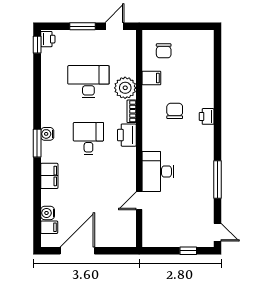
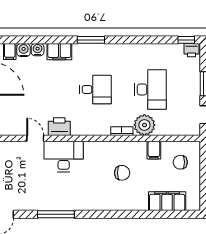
filing cabinet: (204, 64) -> (167, 201), added
printer: (207, 116) -> (117, 204), removed
water cooler: (47, 134) -> (38, 50), moved
printer: (127, 135) -> (59, 127), moved

